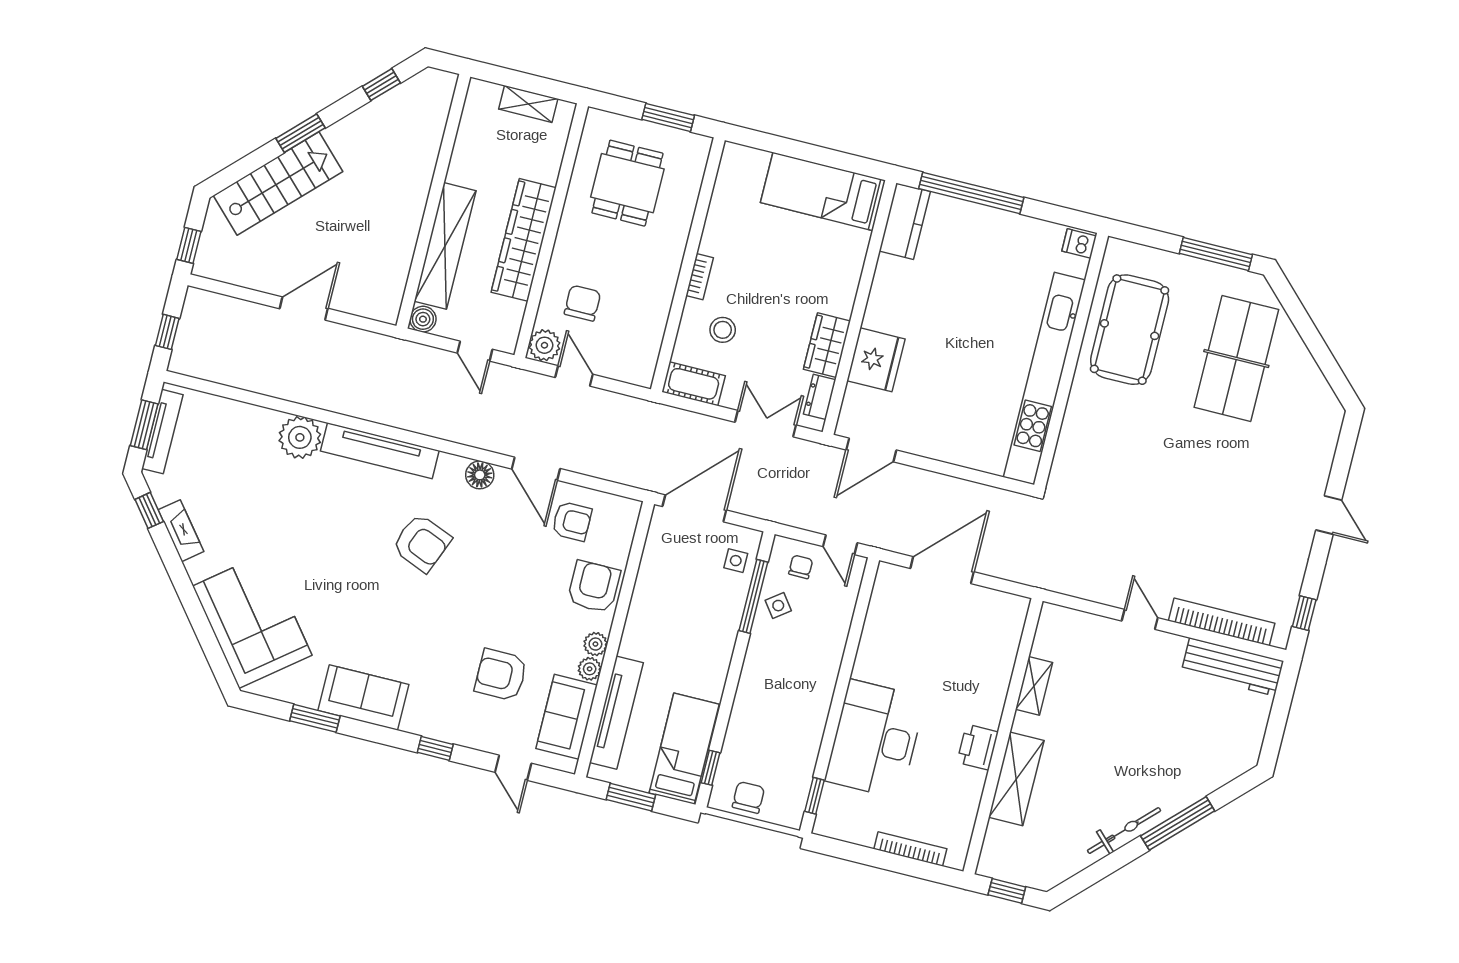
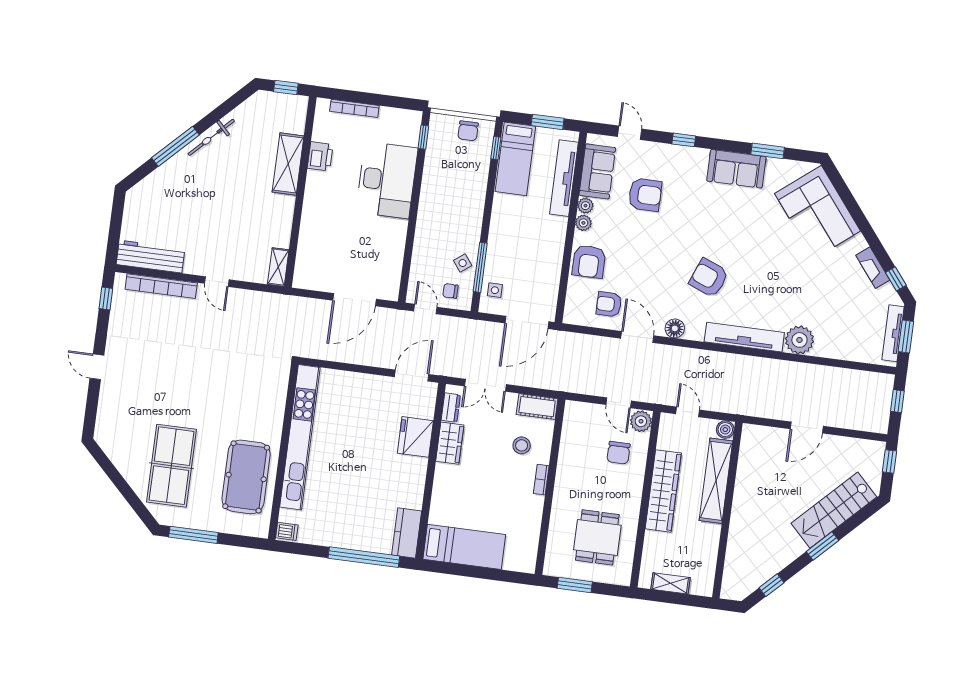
chair: (801, 567) -> (450, 291), turned 90
shelving: (1034, 686) -> (278, 267), moved
printer: (978, 747) -> (320, 156), moved

